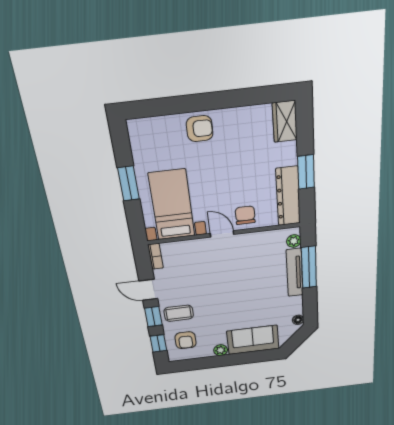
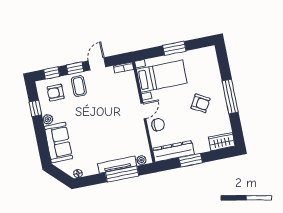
window: (213, 101) -> (230, 97), added
armchair: (200, 129) -> (201, 103), moved, turned -61
window: (205, 363) -> (35, 108), added

